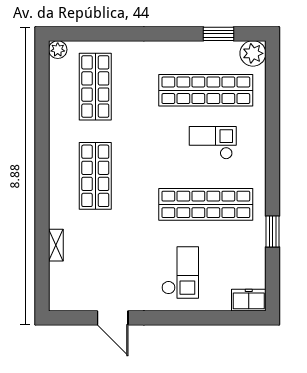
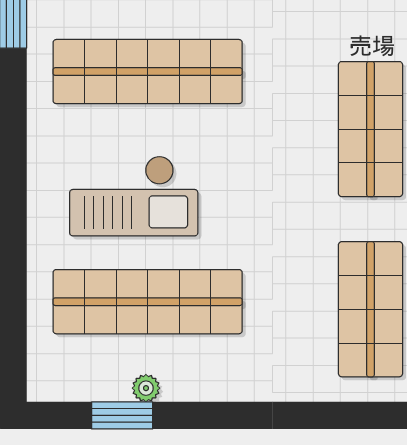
plant: (253, 53) -> (146, 388), moved, width x0.53, depth x0.53
checkout: (213, 143) -> (134, 196), width x1.36, depth x1.21

